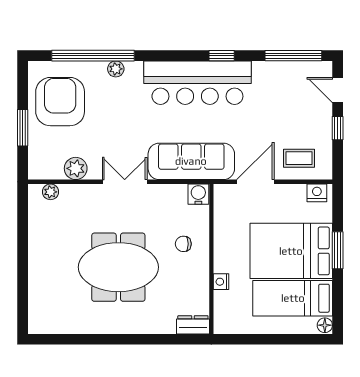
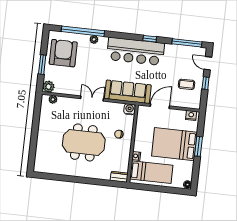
coffee table: (299, 158) -> (187, 84), moved
plant: (76, 168) -> (48, 87), moved
bed: (293, 298) -> (151, 172), moved, turned 180

